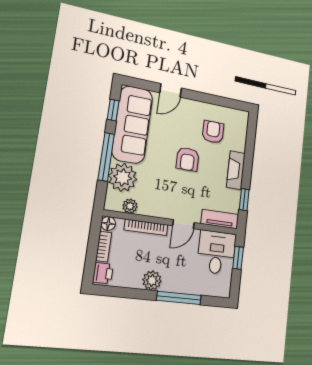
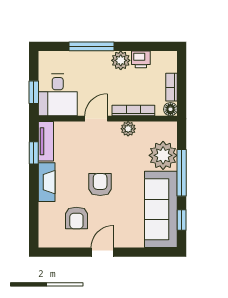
door: (171, 90) -> (102, 252), moved
plant: (130, 206) -> (128, 129), moved
tv unit: (220, 219) -> (46, 141), moved, turned -90
printer: (103, 273) -> (141, 59), moved, turned -90

